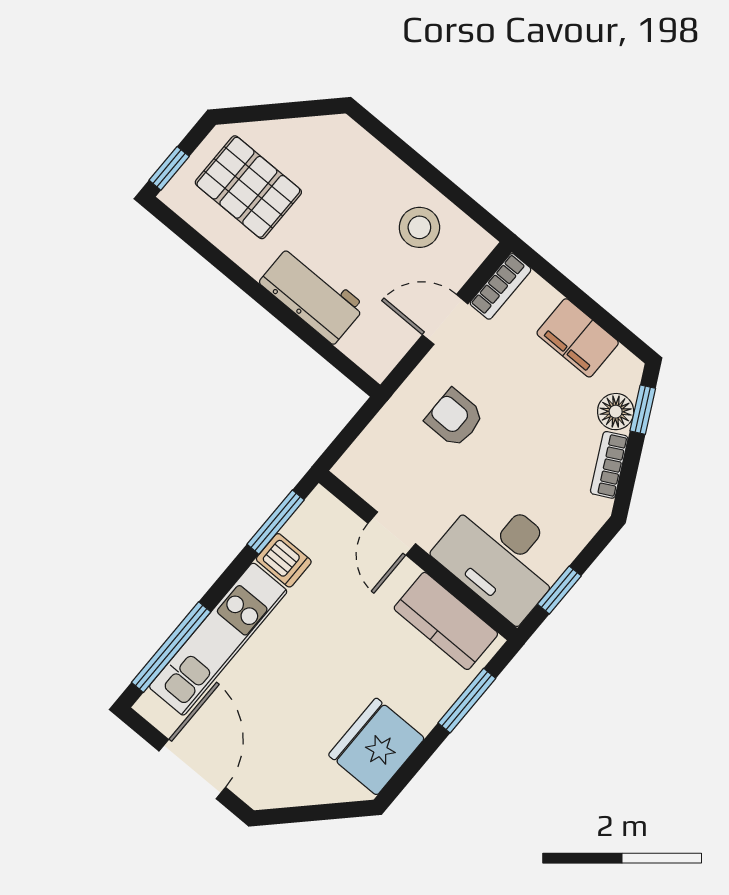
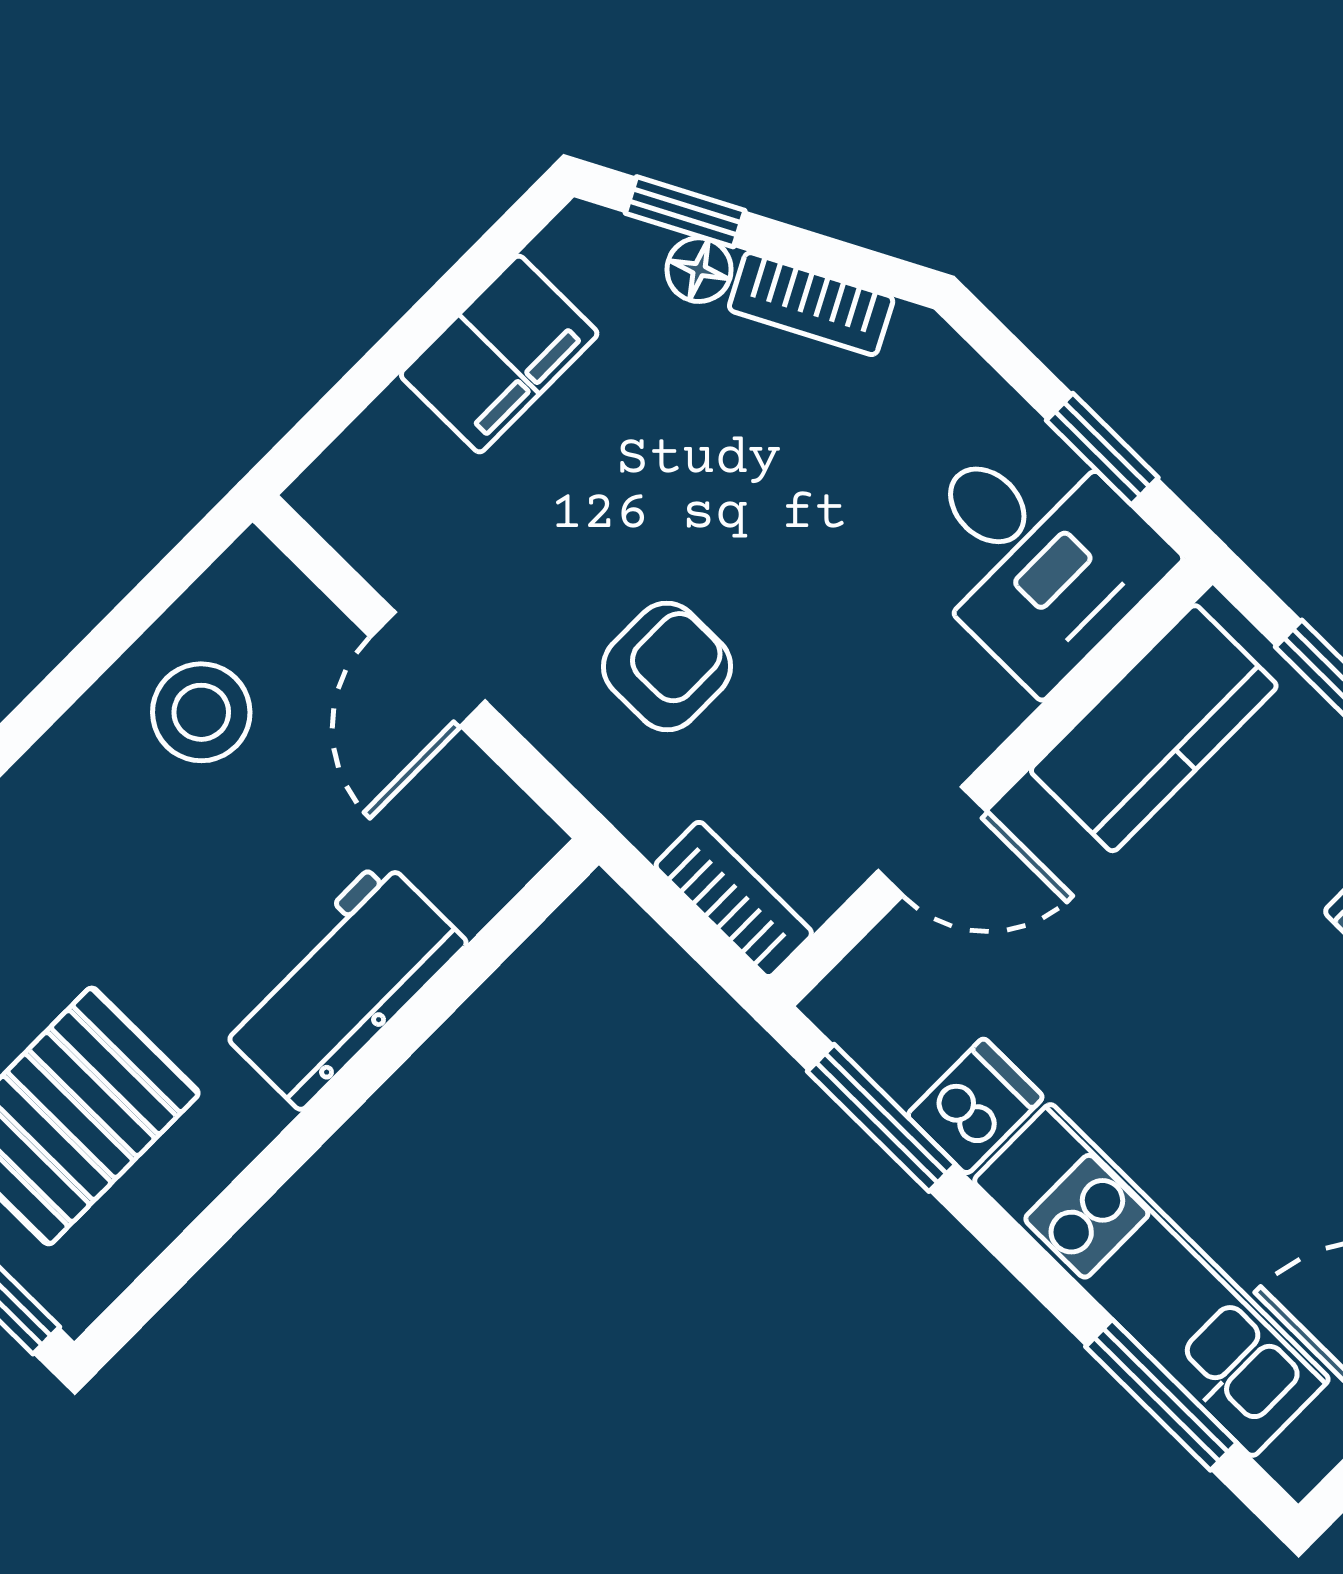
bookcase: (501, 286) -> (734, 899), moved
floor lamp: (616, 412) -> (699, 270), width x0.73, depth x0.73
armchair: (455, 418) -> (667, 666), turned 180
desk: (502, 556) -> (1036, 553), width x0.73
window: (171, 647) -> (1161, 1395), width x0.69

